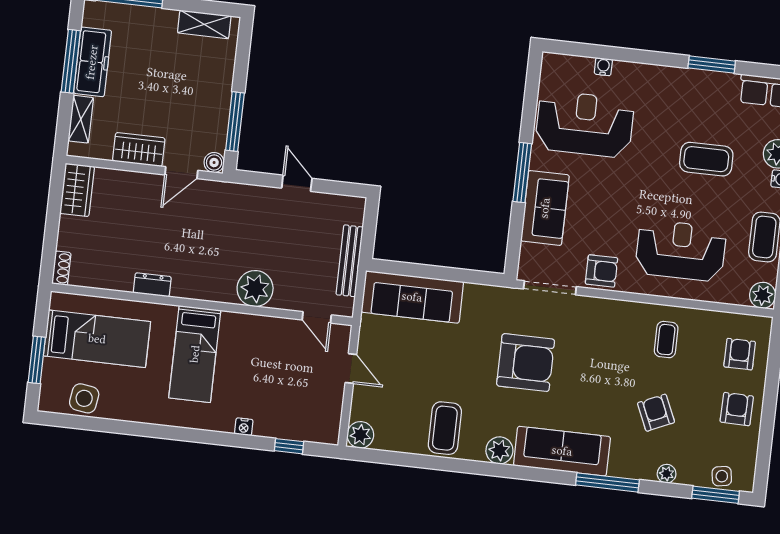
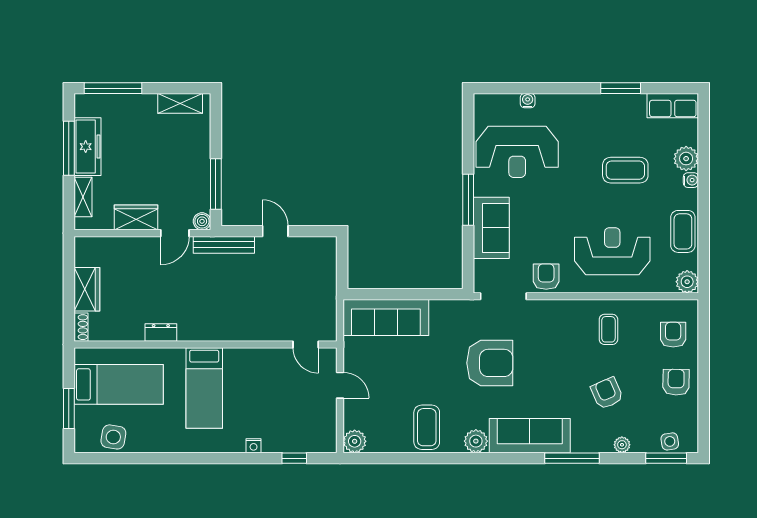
reception desk: (585, 124) -> (517, 152), turned 180
wardrobe: (77, 190) -> (87, 289), moved
bench: (350, 261) -> (224, 245), moved, turned 90
armchair: (602, 271) -> (546, 277), turned -90
plant: (255, 289) -> (250, 326), removed

